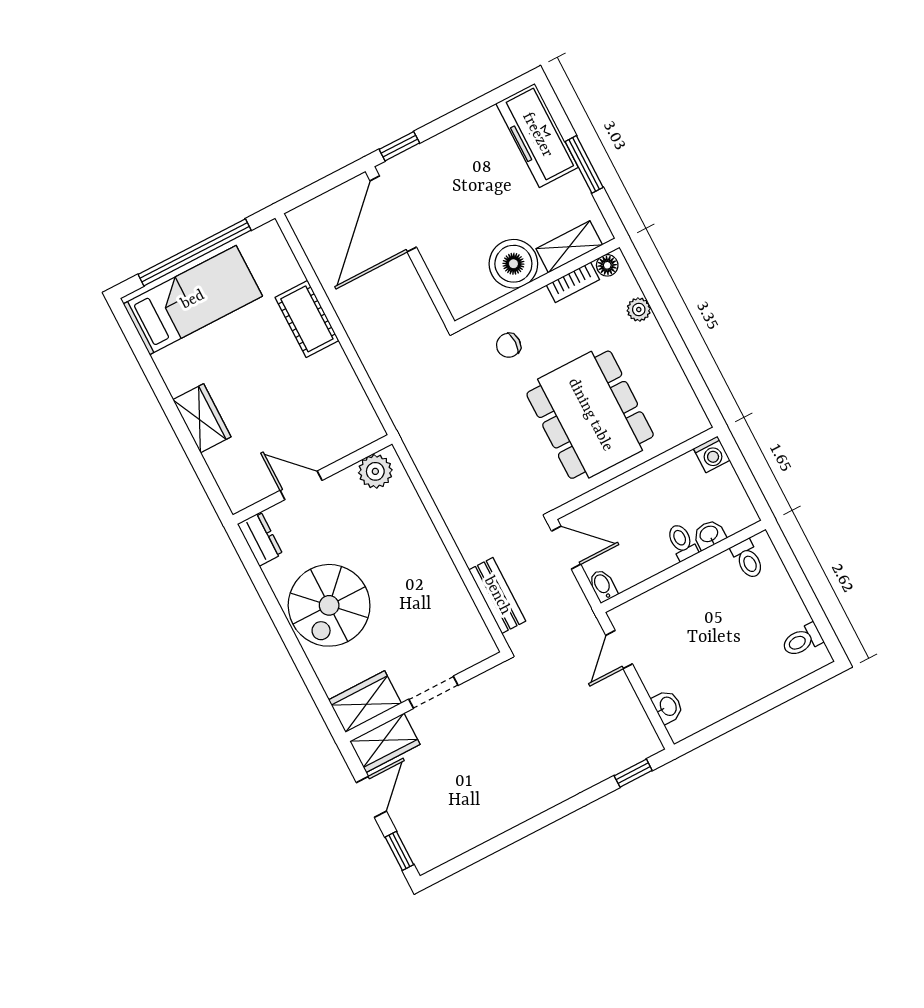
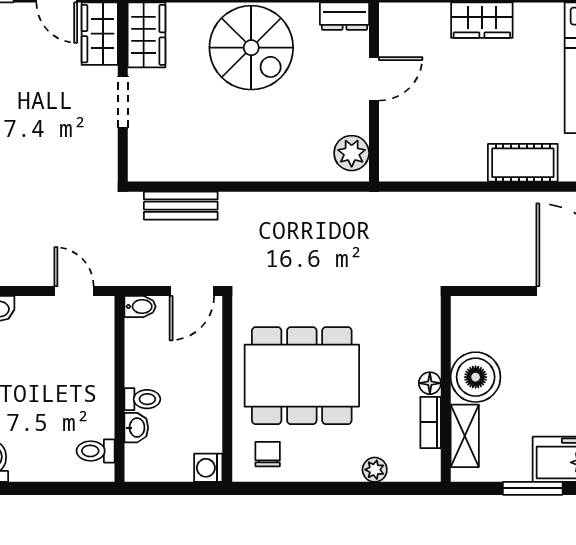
floor lamp: (607, 265) -> (430, 383), moved
chair: (509, 345) -> (268, 454), moved
spiral stairs: (329, 605) -> (251, 48), turned 180

